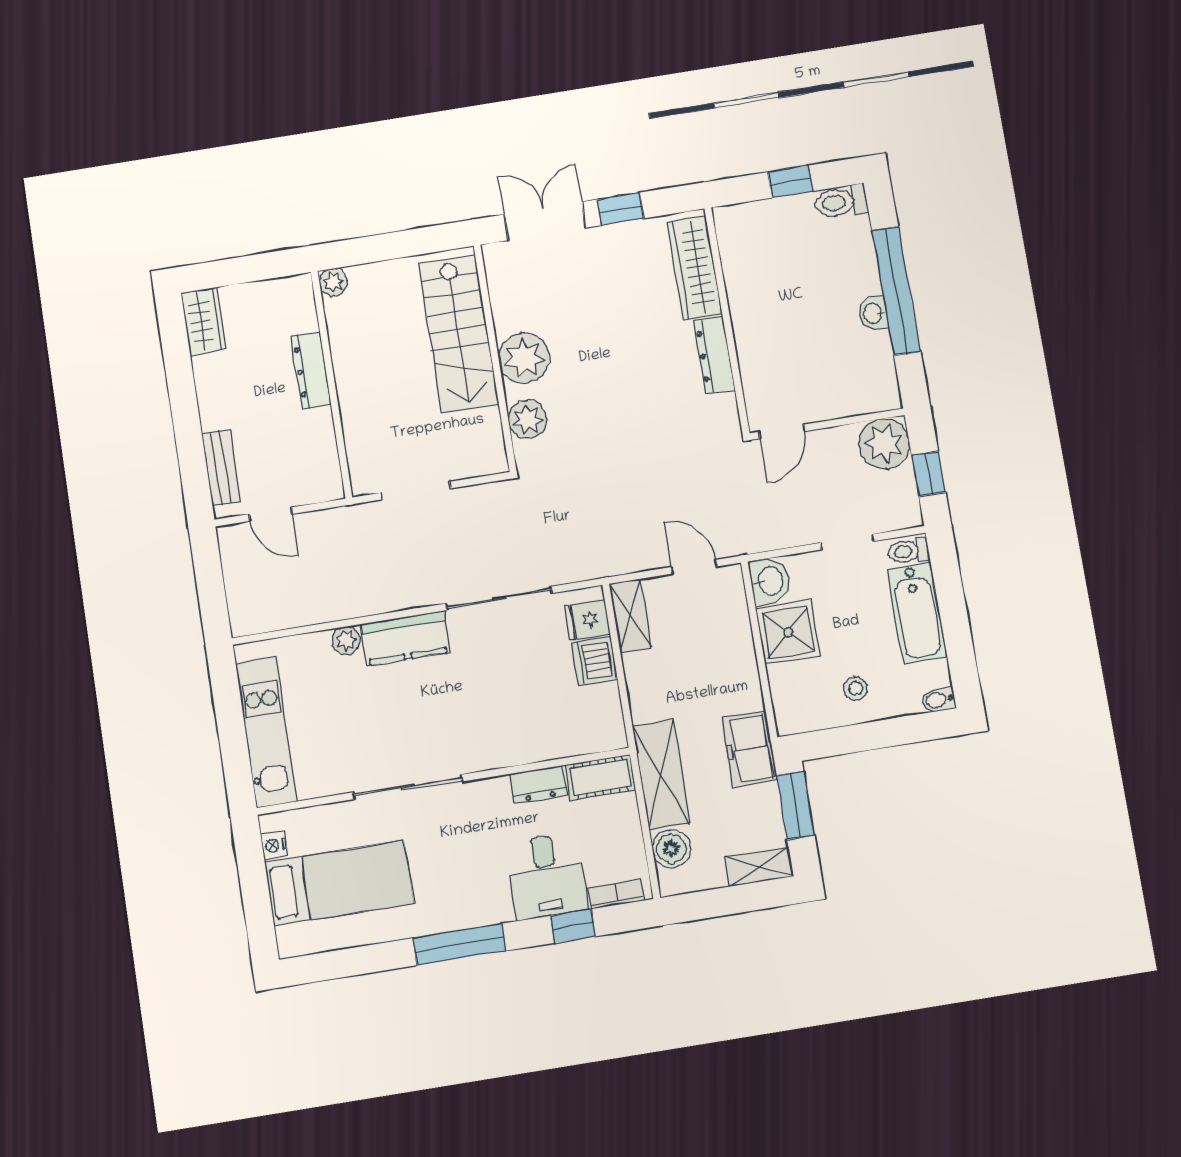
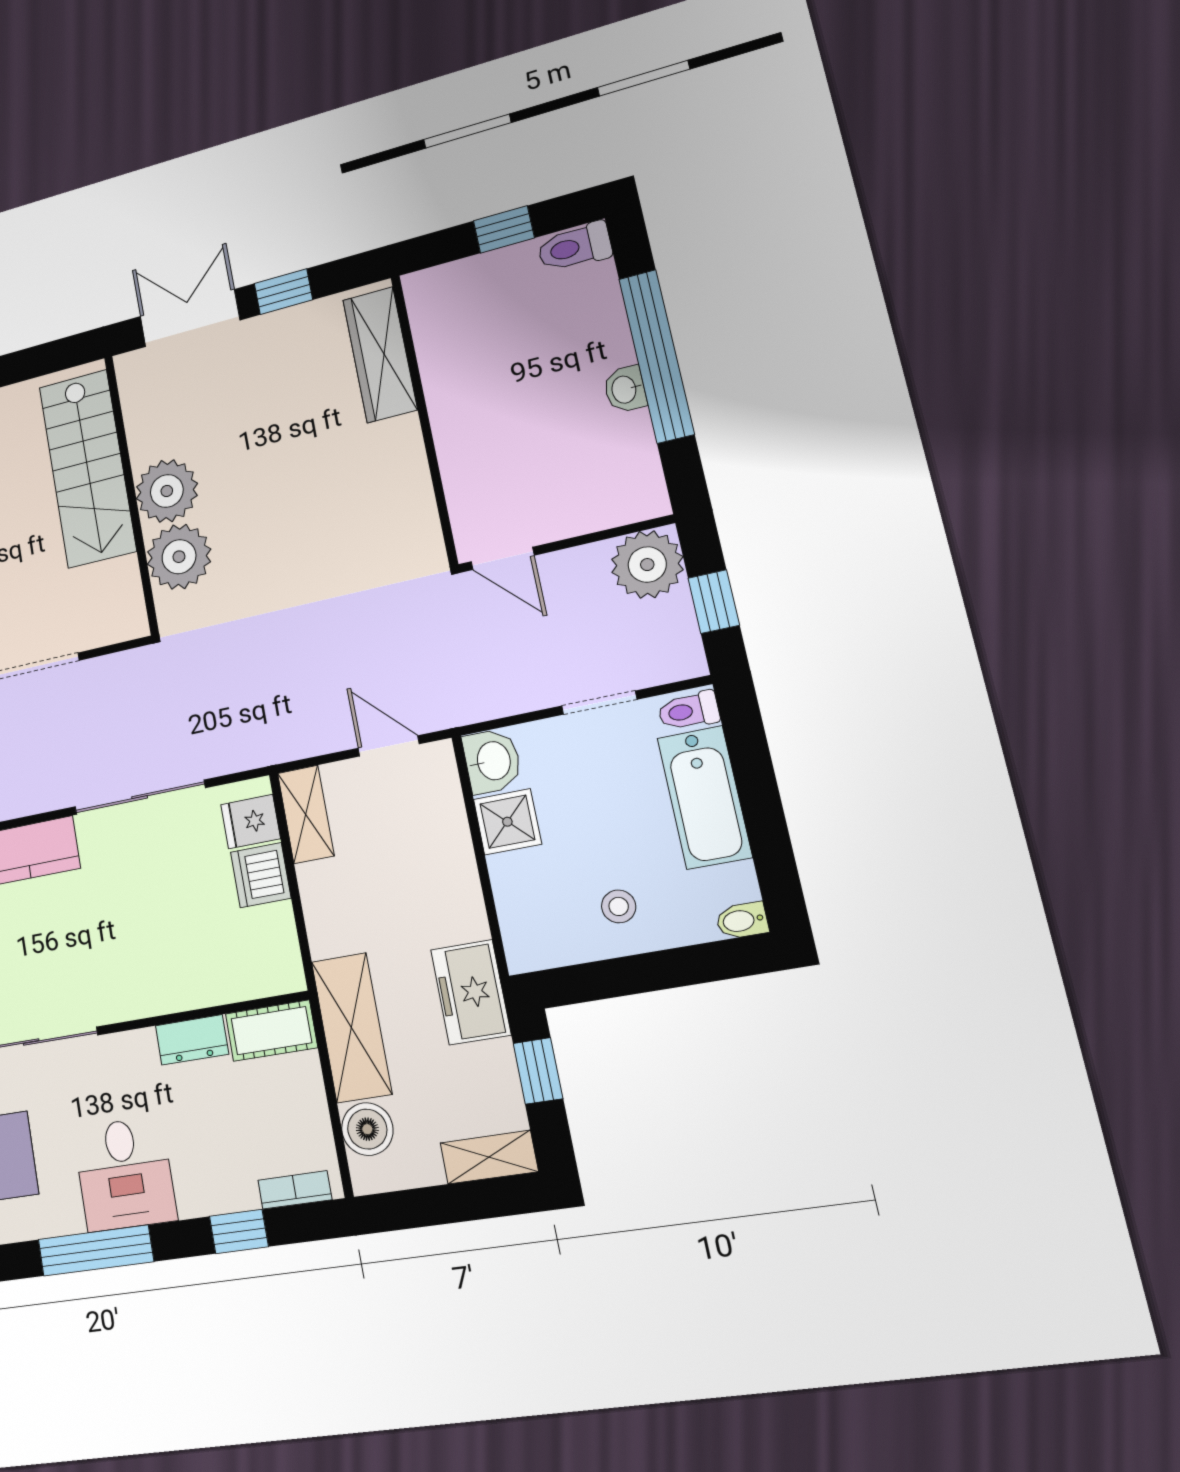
dresser: (714, 355) -> (409, 465), removed
plant: (528, 419) -> (179, 557), width x1.36, depth x1.36
door: (782, 431) -> (503, 558), hinge flipped
shower: (788, 632) -> (507, 822), width x0.73, depth x0.73
window: (795, 805) -> (538, 1071), width x0.67
desk: (547, 876) -> (125, 1174), moved

